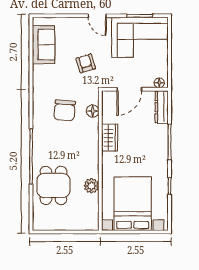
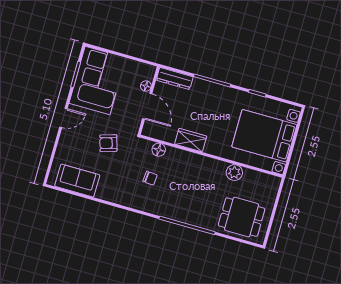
floor lamp: (159, 83) -> (146, 86), moved
chair: (65, 110) -> (150, 178), width x0.54, depth x0.54
dining table: (53, 185) -> (242, 217), moved

